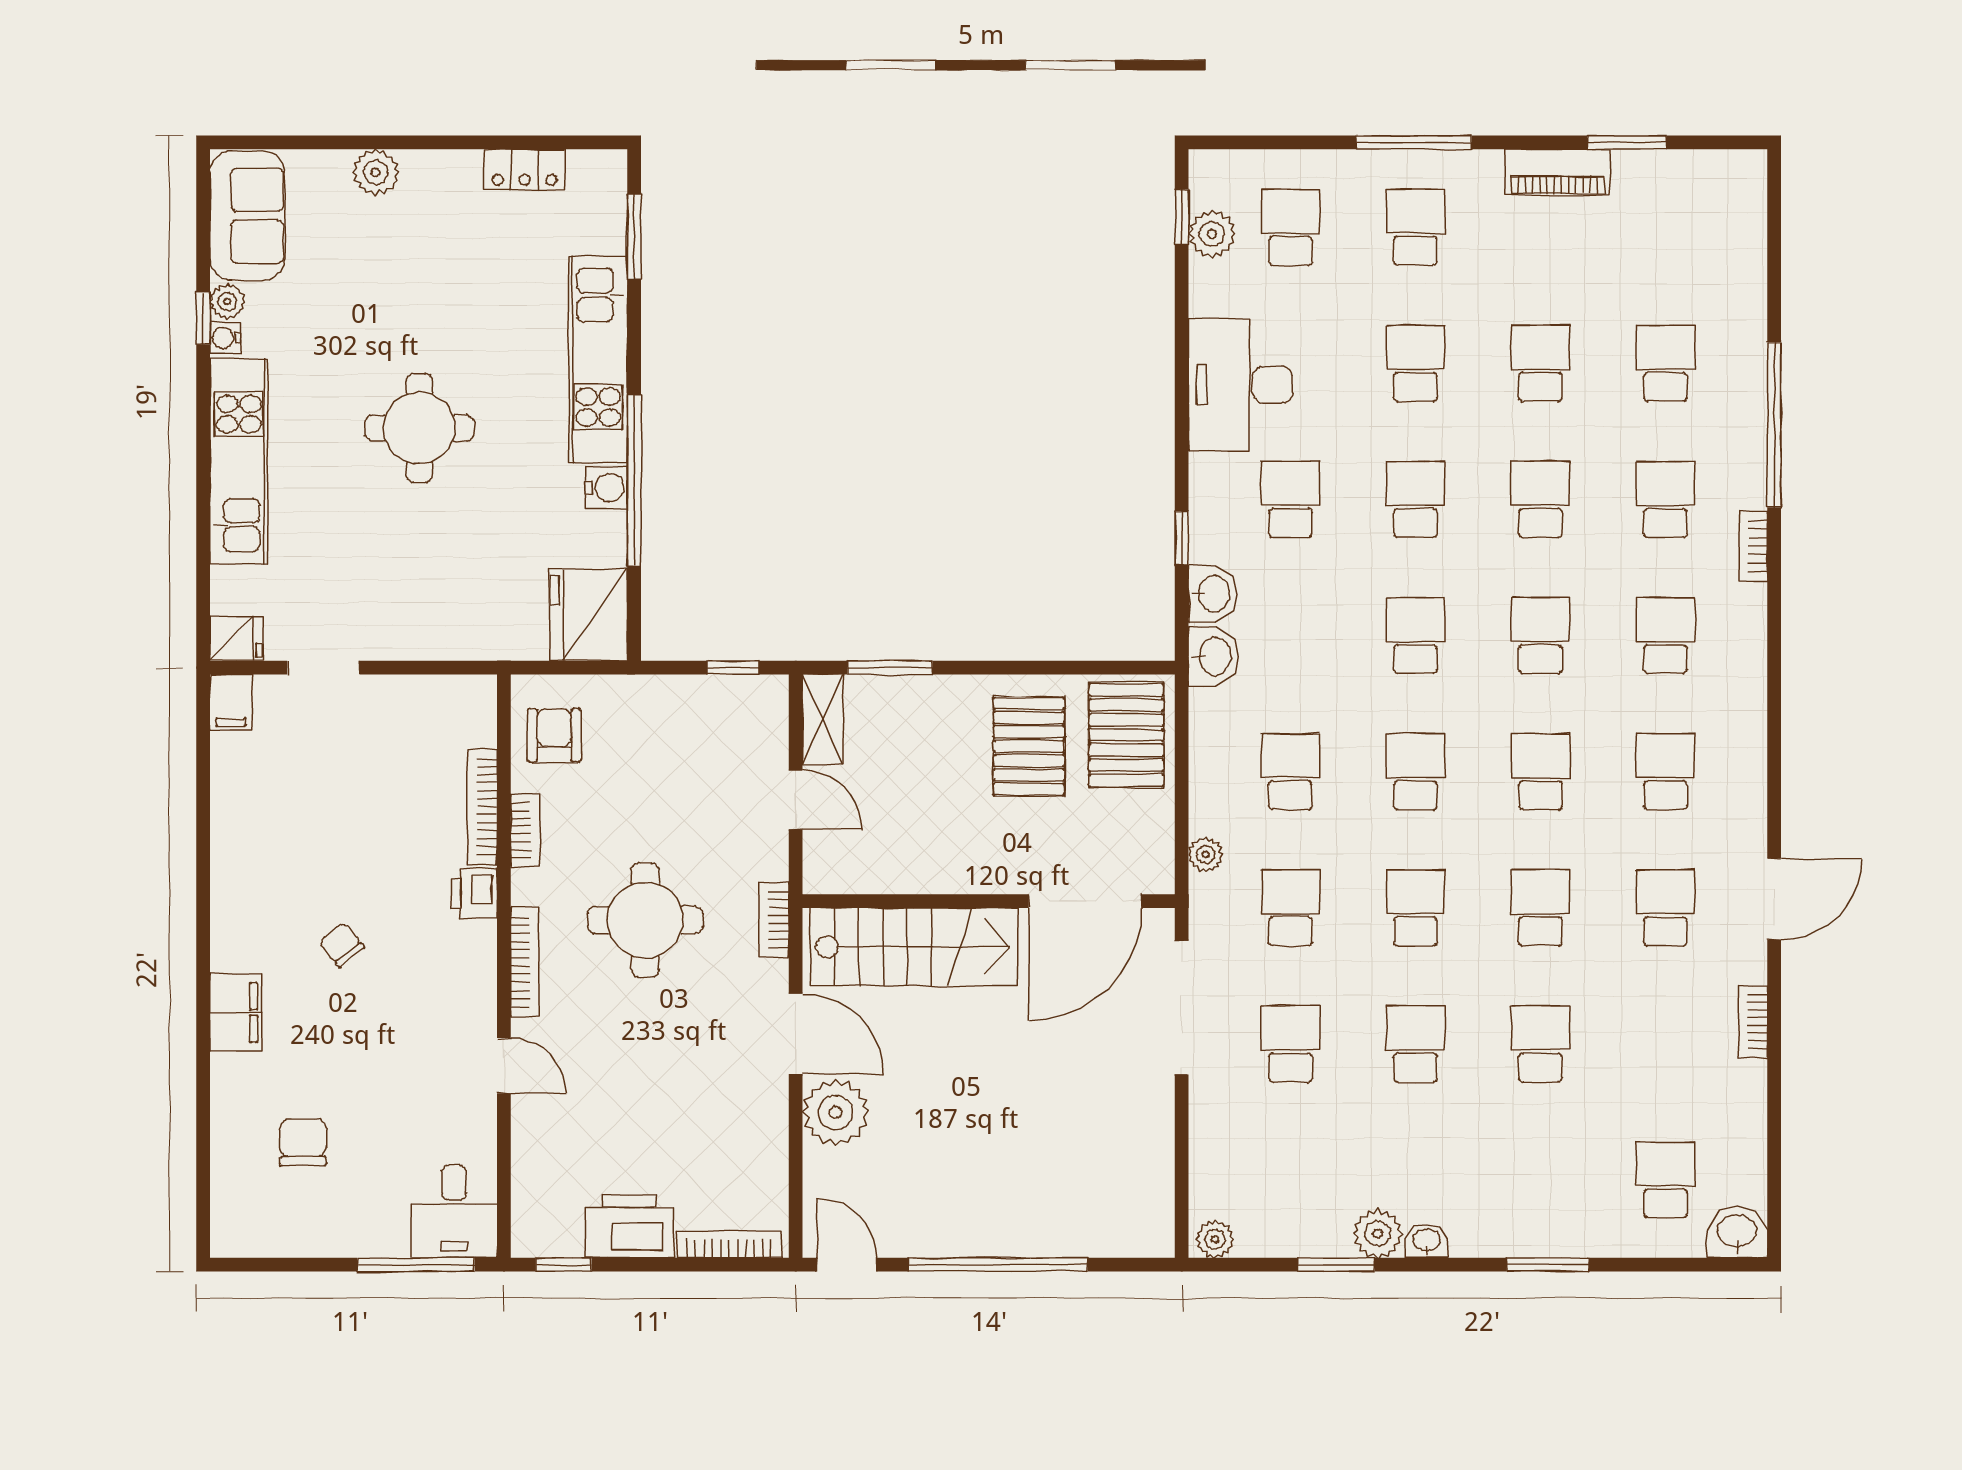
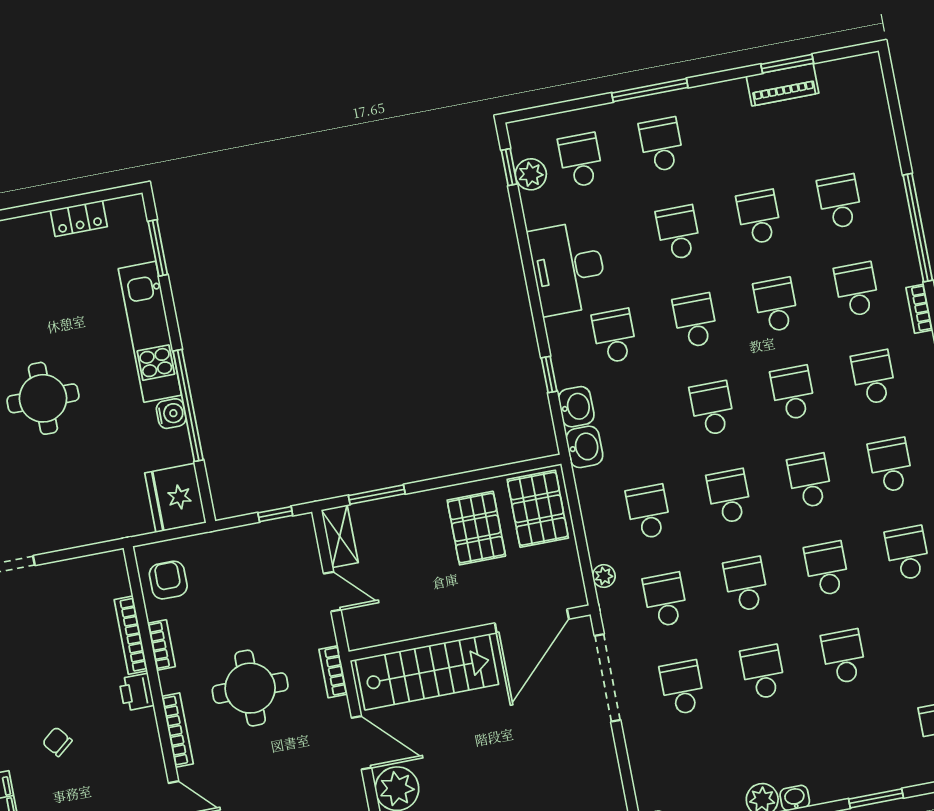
piano: (1558, 172) -> (783, 85), moved

